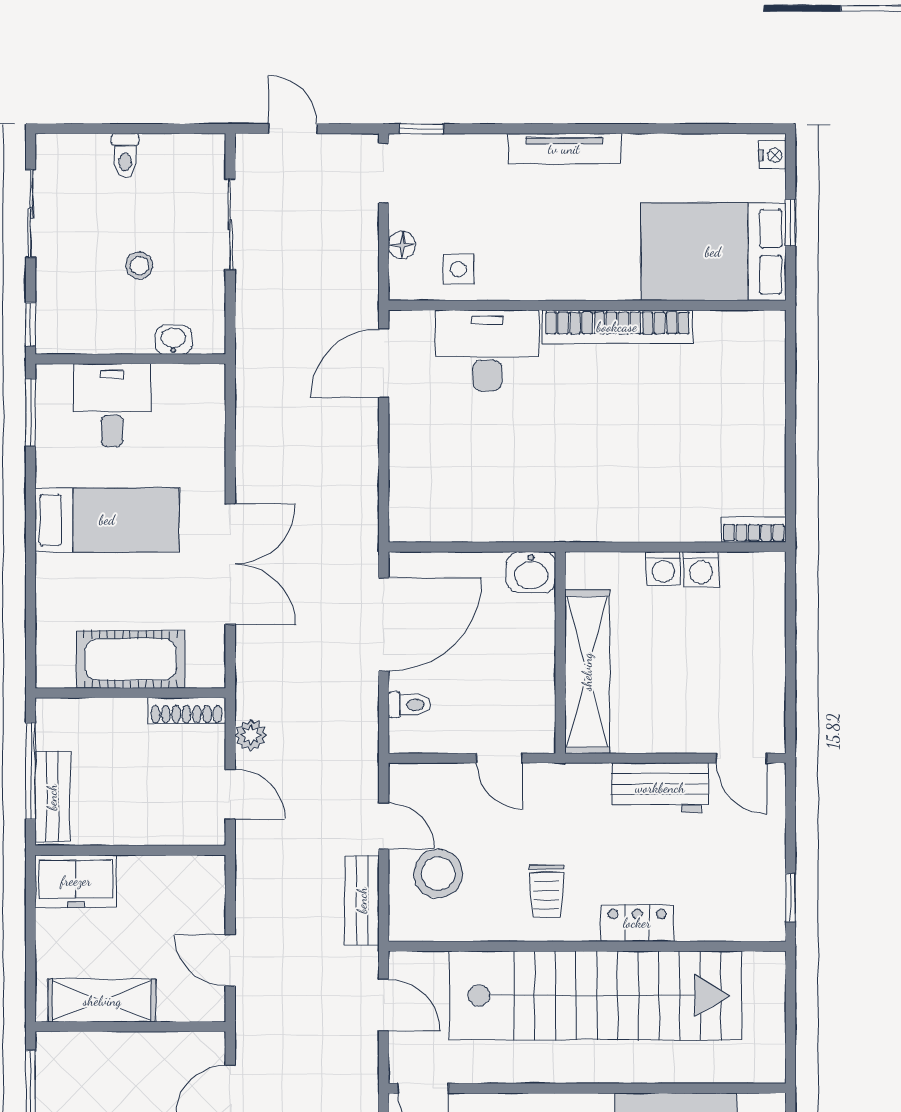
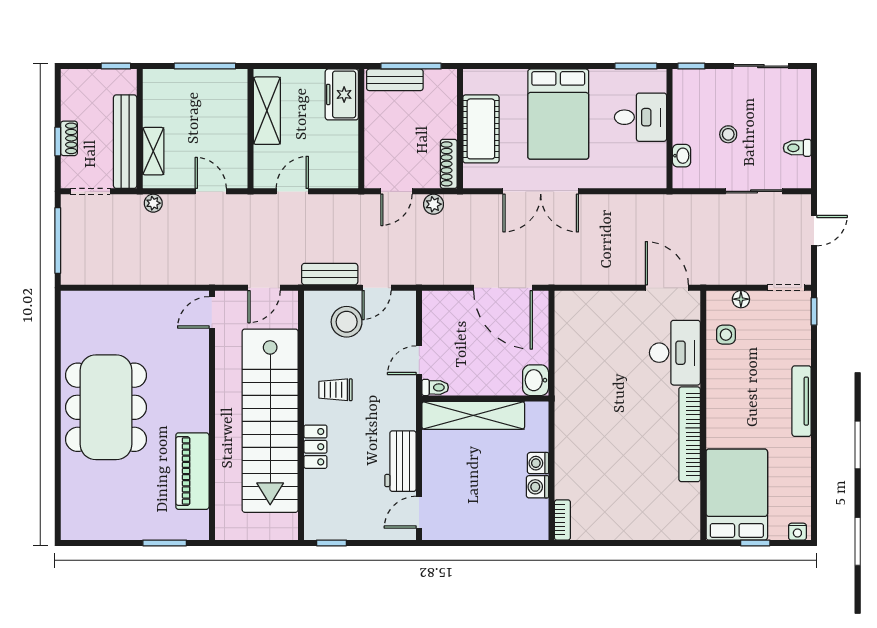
toilet: (125, 156) -> (797, 148), moved
bed: (107, 520) -> (558, 114), width x1.50
toilet: (409, 705) -> (435, 387), moved, turned -90

